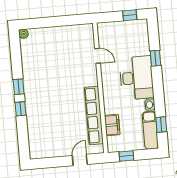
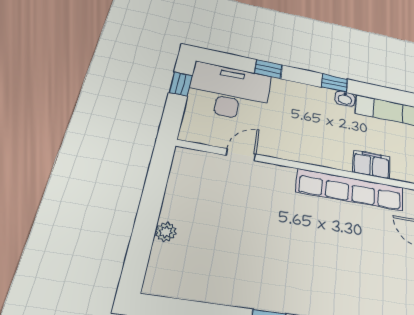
plant: (24, 34) -> (166, 232), moved
desk: (136, 78) -> (229, 92), moved
window: (161, 125) -> (335, 83), moved

